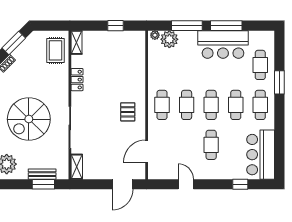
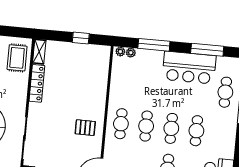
window: (226, 26) -> (207, 50), moved
plant: (169, 39) -> (131, 53), width x0.53, depth x0.53
locker: (77, 80) -> (37, 83), width x1.53
cafe table: (260, 105) -> (222, 133), removed
pallet: (128, 112) -> (85, 128), turned 90

